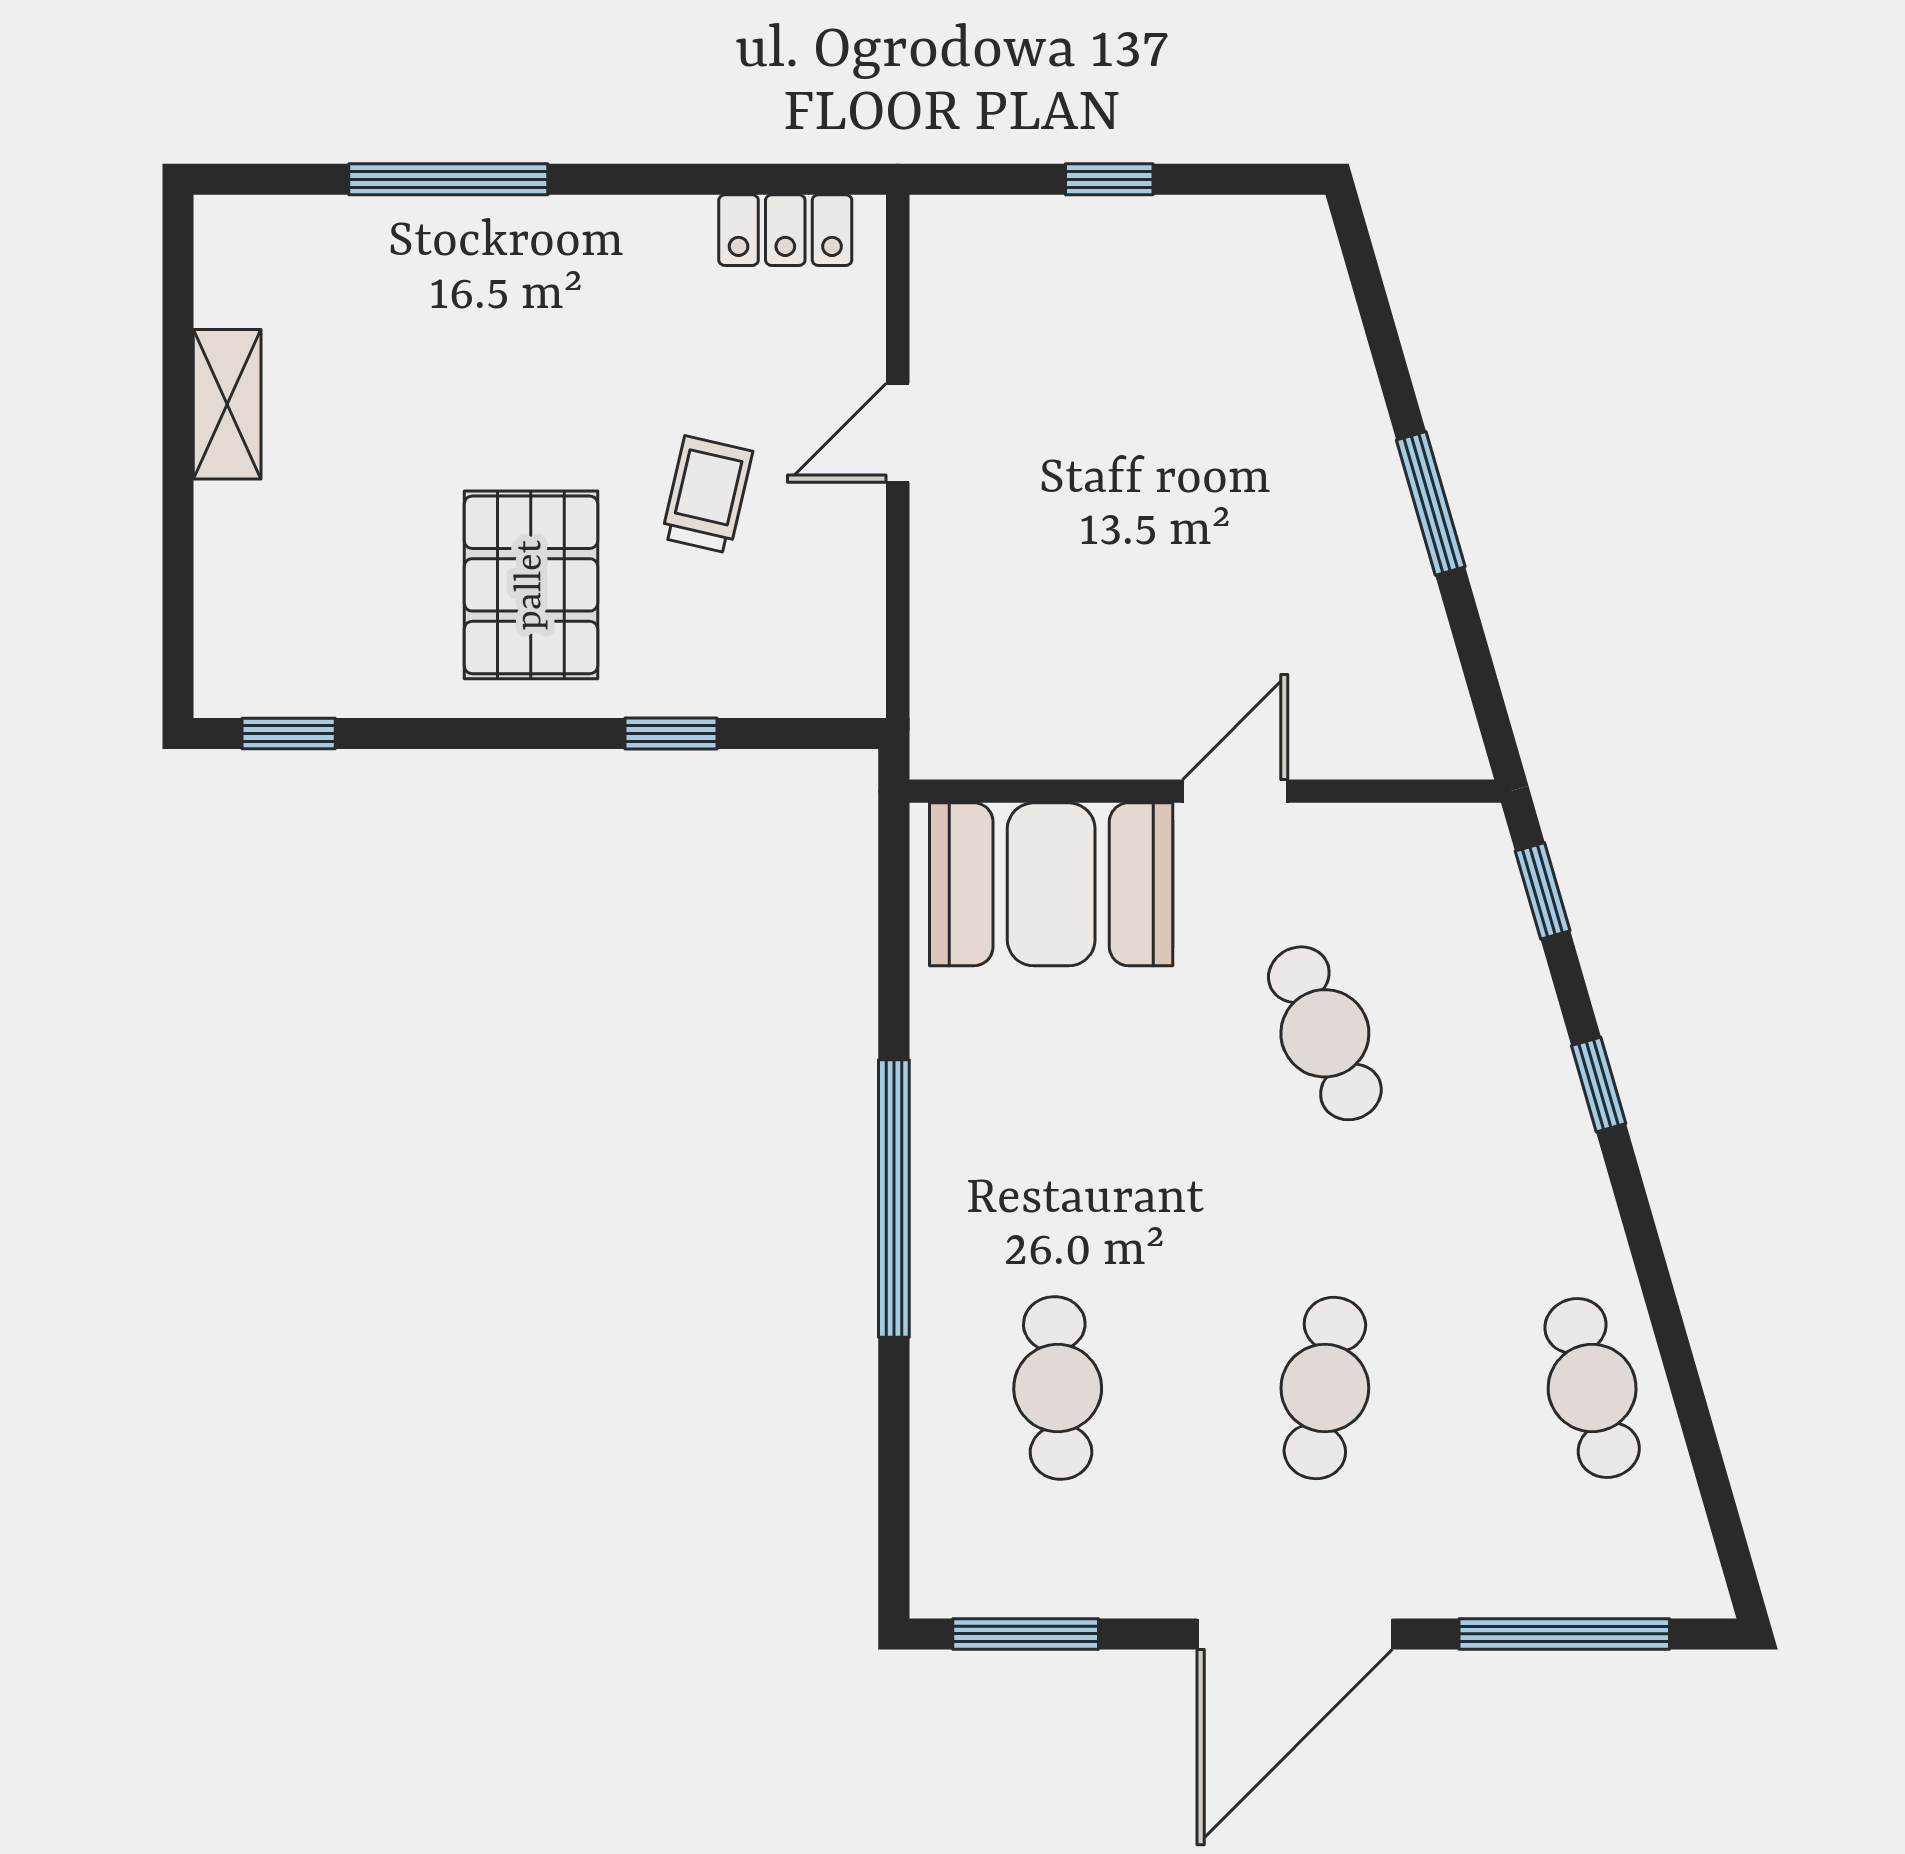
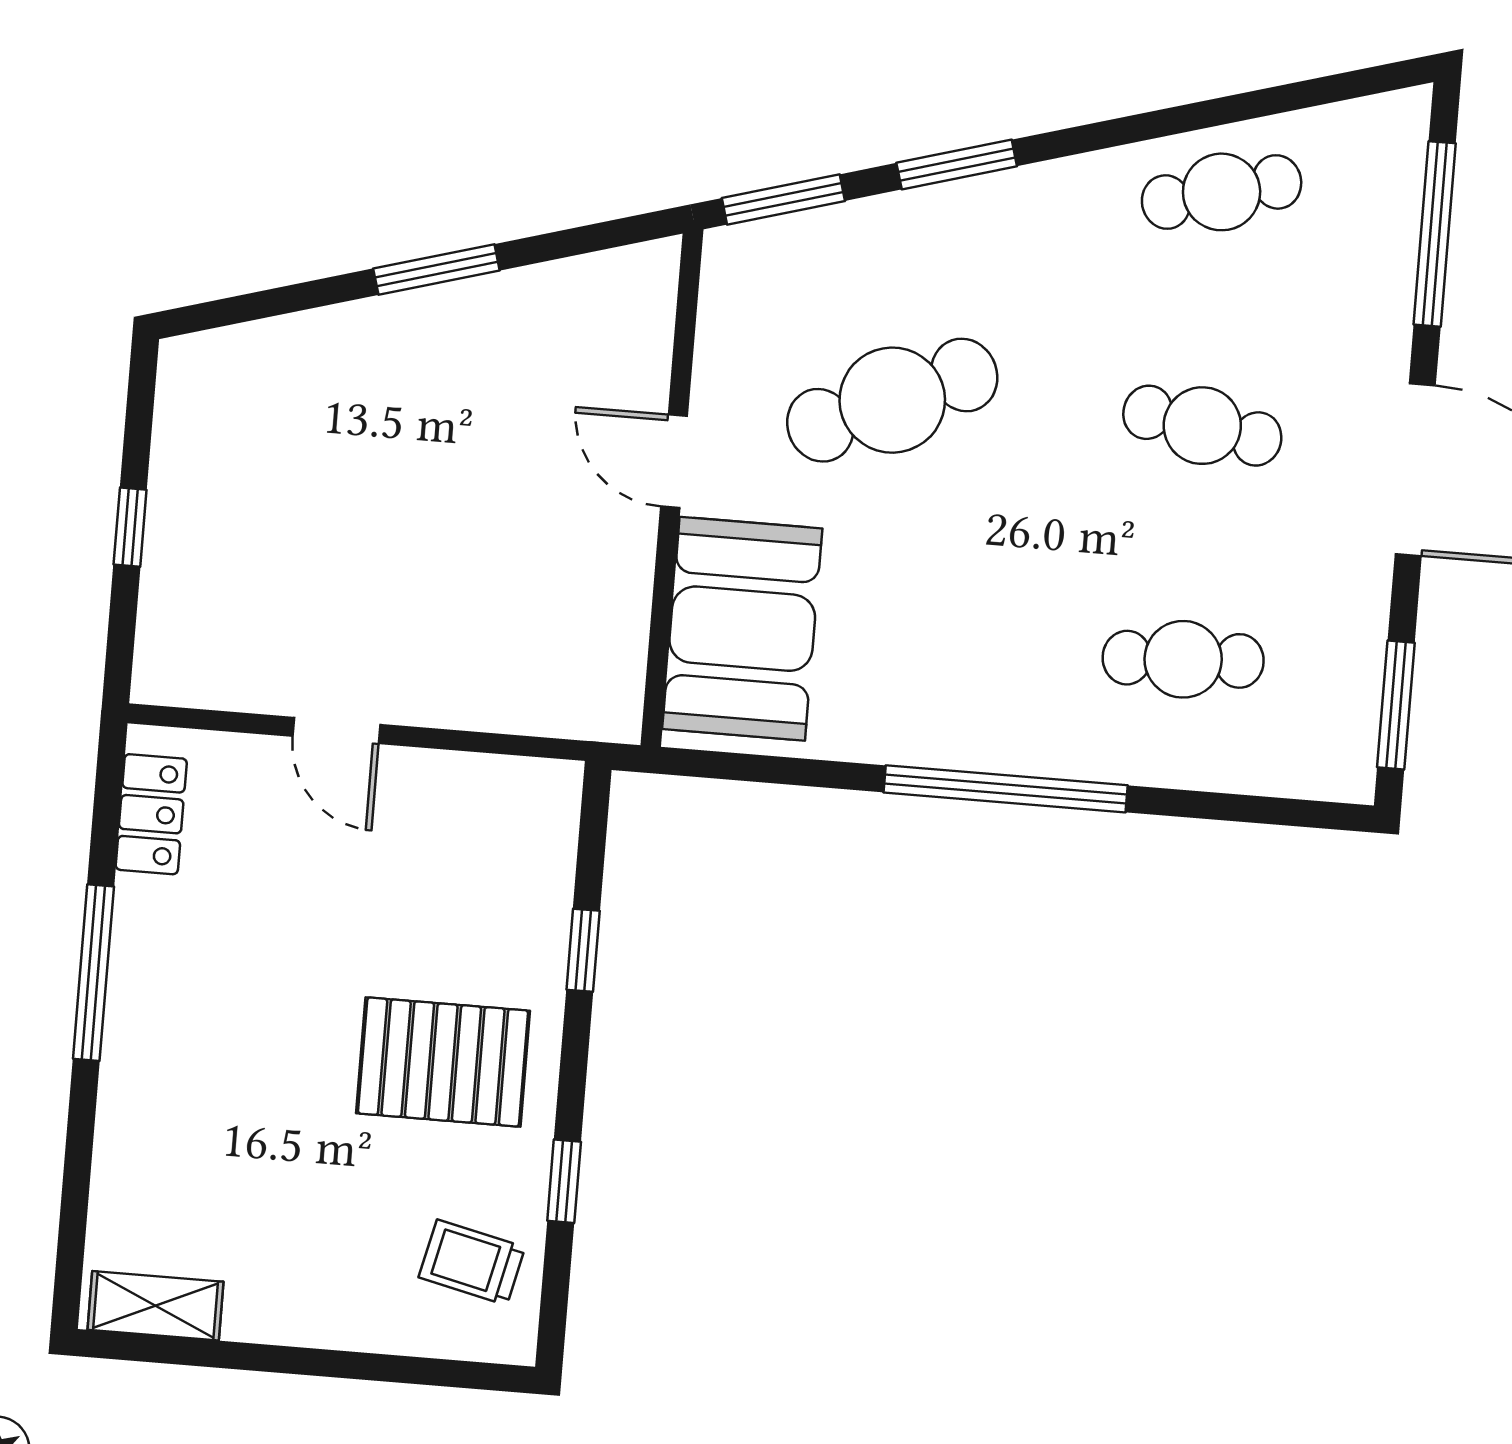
window: (448, 179) -> (93, 973), moved
shelving: (227, 404) -> (155, 1306), moved
trolley: (707, 495) -> (472, 1262), moved
window: (289, 733) -> (564, 1181), moved
window: (1543, 891) -> (783, 200), width x1.50
cafe table: (1325, 1033) -> (892, 400), width x1.37, depth x1.35
window: (1599, 1085) -> (957, 165), width x1.50

